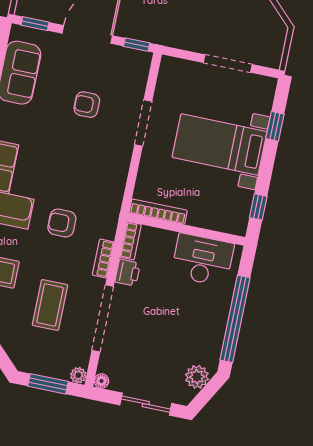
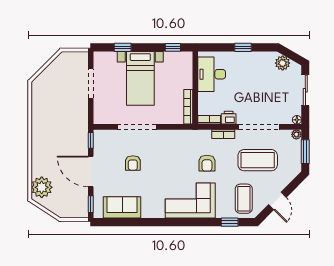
doorway: (143, 123) -> (137, 127), width x1.36
coffee table: (50, 305) -> (258, 160), width x1.36, depth x1.32
window: (235, 319) -> (243, 47), width x0.32

